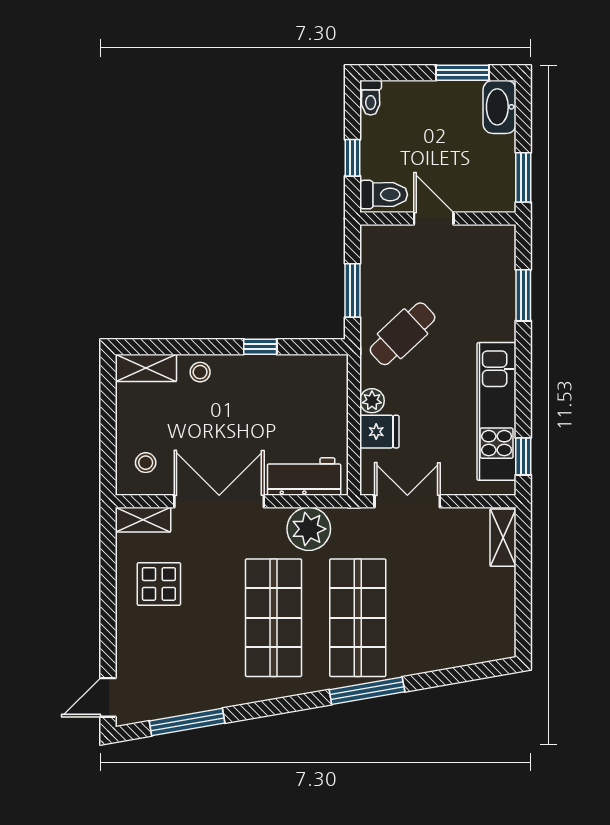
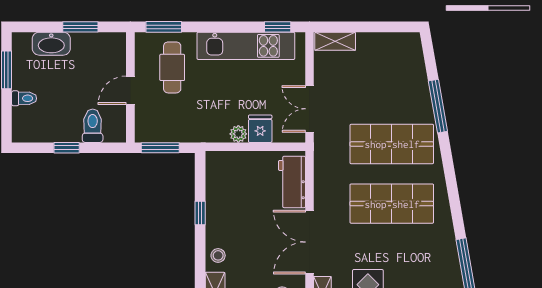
toilet: (371, 98) -> (24, 98), moved
washbasin: (500, 107) -> (51, 44), moved
door: (434, 219) -> (130, 90), moved
wall: (438, 219) -> (130, 87), moved
cafe table: (403, 334) -> (172, 67), moved, turned 43
plant: (309, 529) -> (329, 179), removed
window: (367, 691) -> (438, 106), moved

